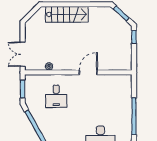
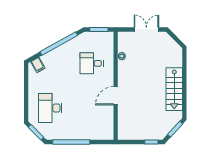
stairs: (67, 14) -> (174, 89), moved
double door: (23, 54) -> (146, 29), moved
door: (88, 72) -> (116, 96), swing flipped

